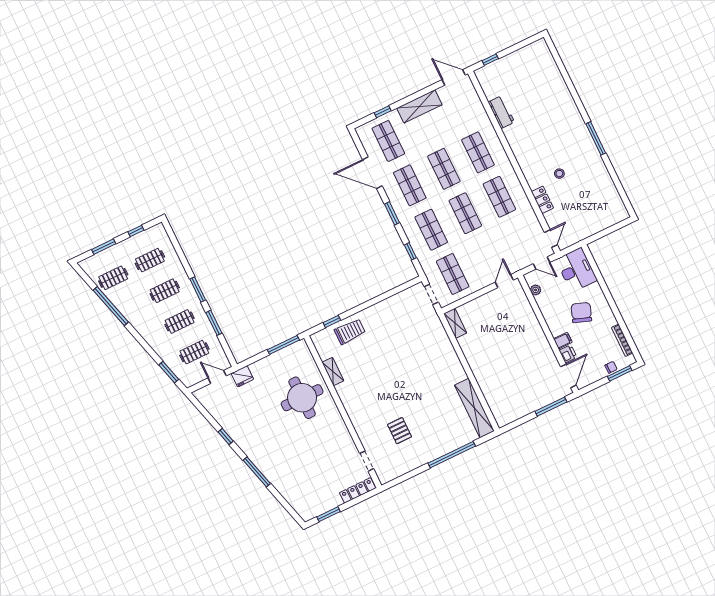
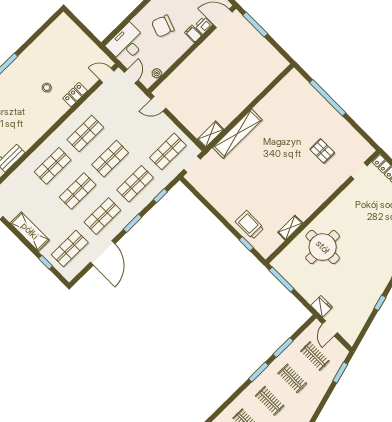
shelving: (474, 408) -> (237, 134), moved
pallet: (400, 431) -> (322, 151), turned 90

